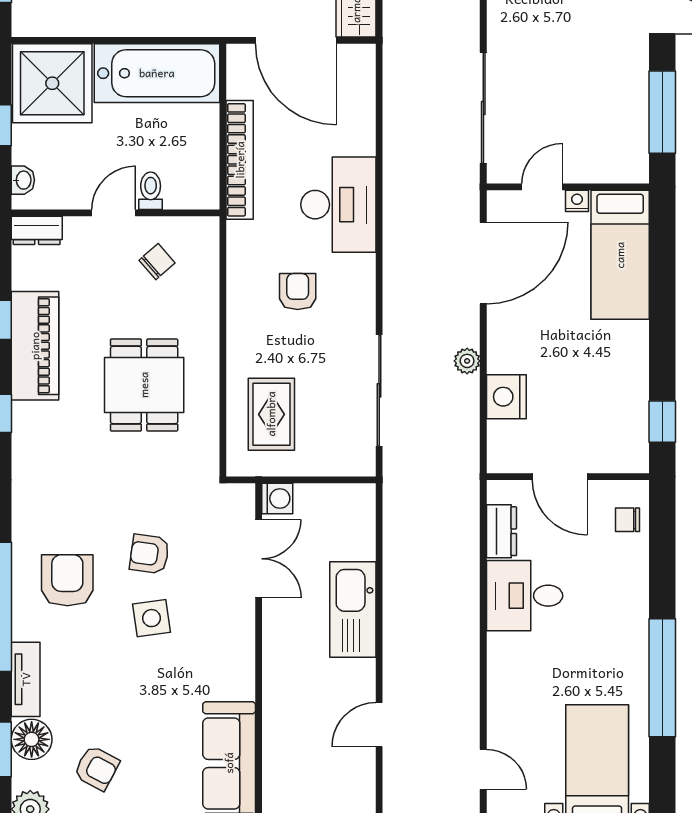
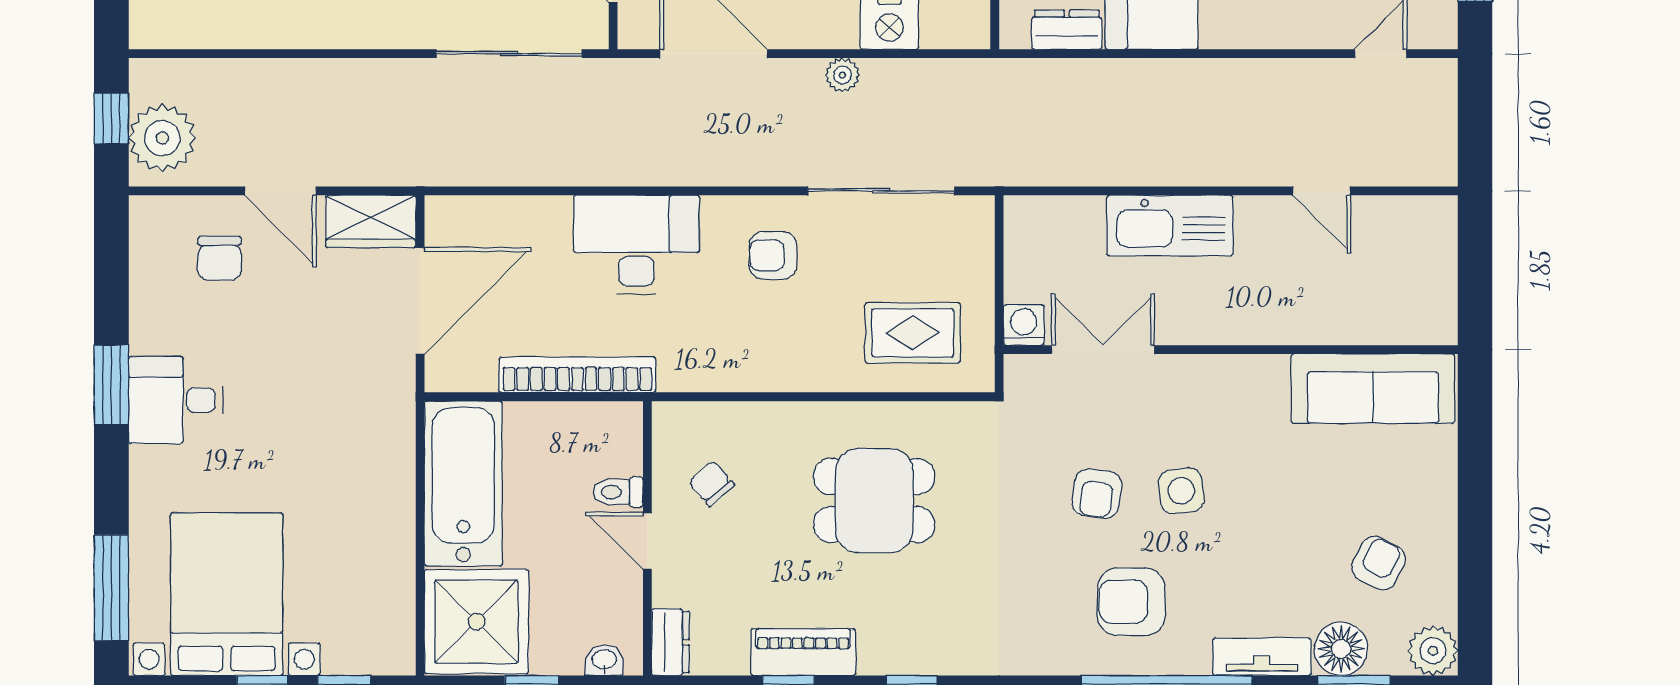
armchair: (298, 292) -> (773, 255), moved
piano: (35, 346) -> (803, 652), width x0.73, depth x0.75

